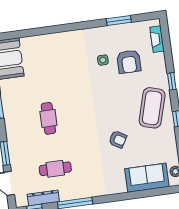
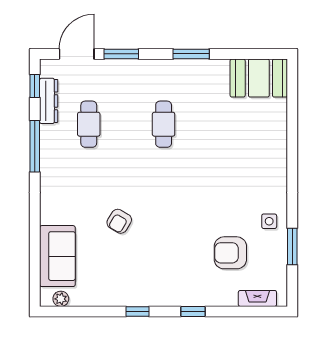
side table: (103, 60) -> (269, 221), moved
coffee table: (152, 108) -> (158, 277), removed
cafe table: (48, 118) -> (164, 124), turned 90

